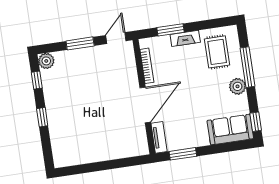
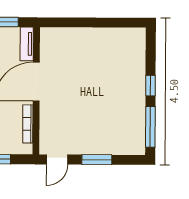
plant: (46, 61) -> (137, 146), removed
window: (37, 80) -> (150, 127), width x2.17

